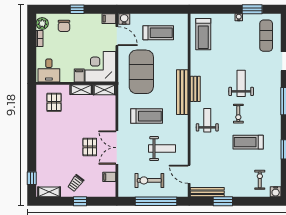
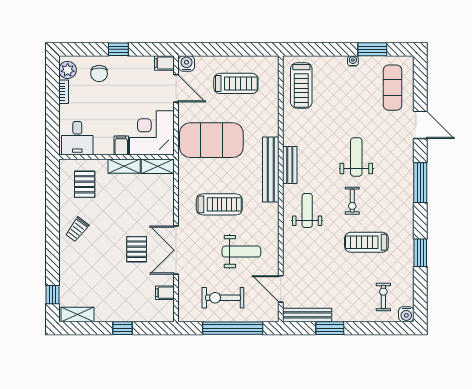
exercise mat: (141, 72) -> (211, 140), turned 90
trolley: (76, 183) -> (77, 229), moved

